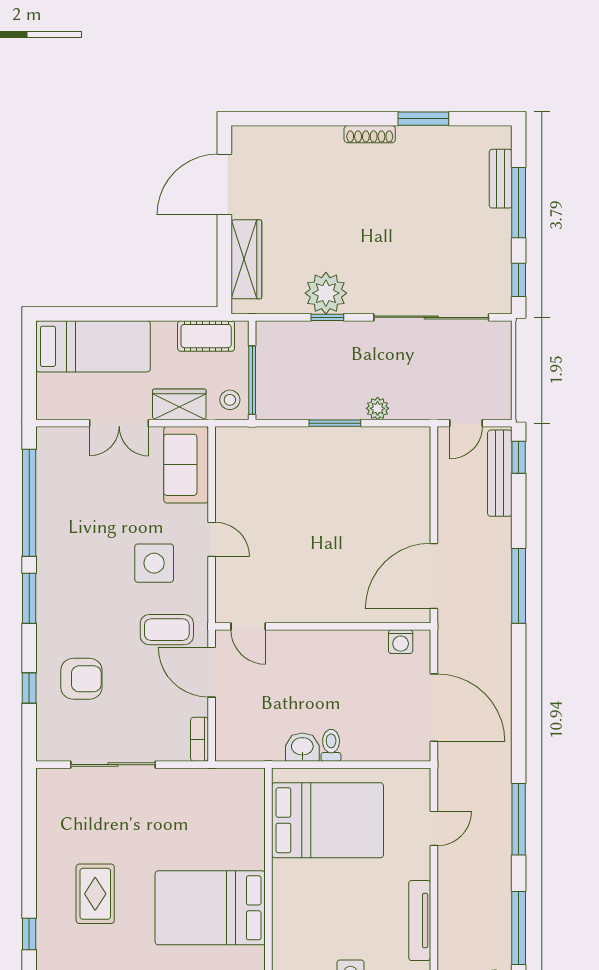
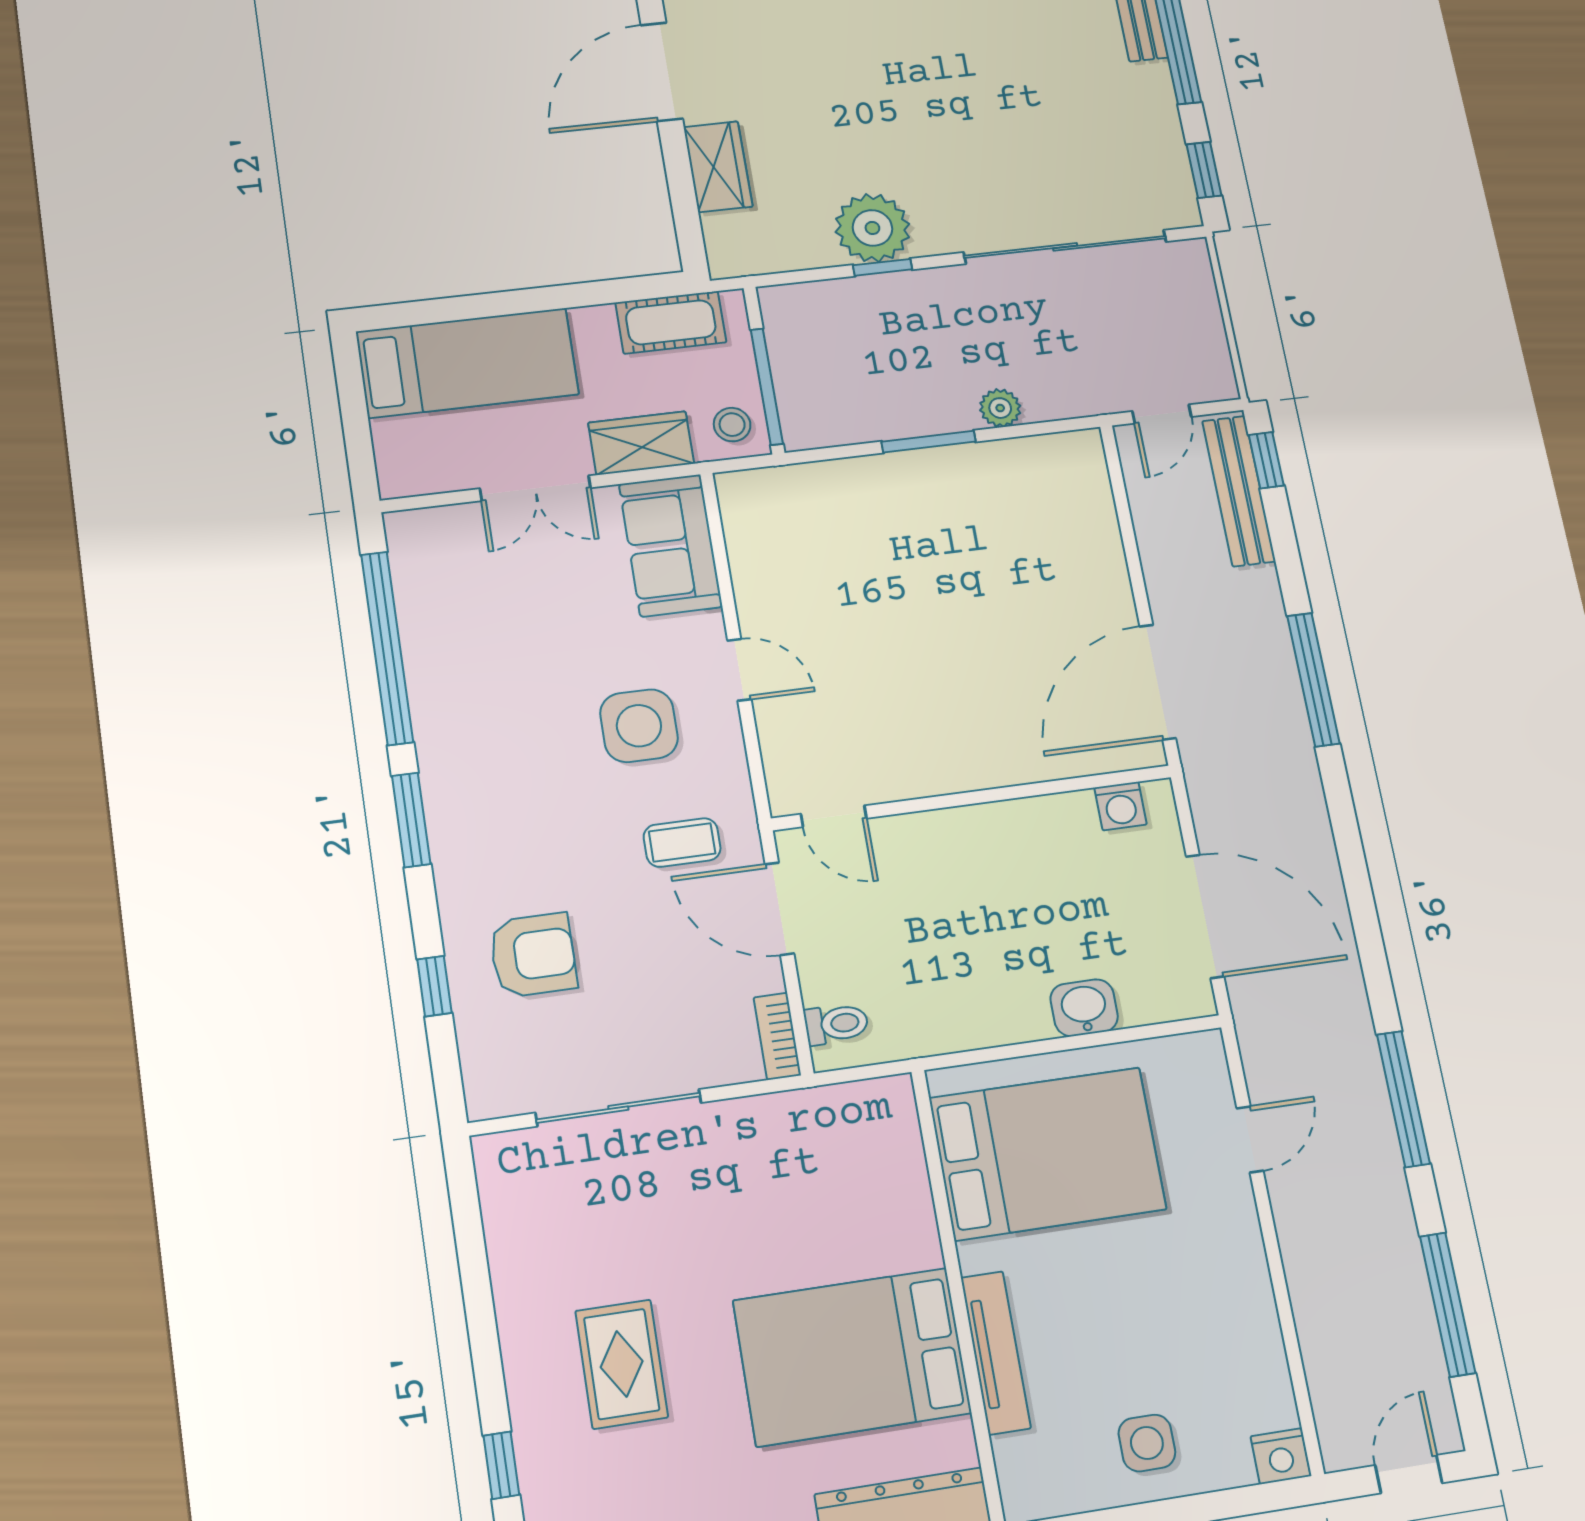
wardrobe: (246, 259) -> (718, 167), width x0.67
coffee table: (167, 630) -> (682, 843), width x0.73, depth x0.77
toilet: (331, 745) -> (836, 1024), moved, turned 90
washbasin: (302, 747) -> (1084, 1008), moved
tv unit: (420, 921) -> (996, 1353), moved, turned 180

